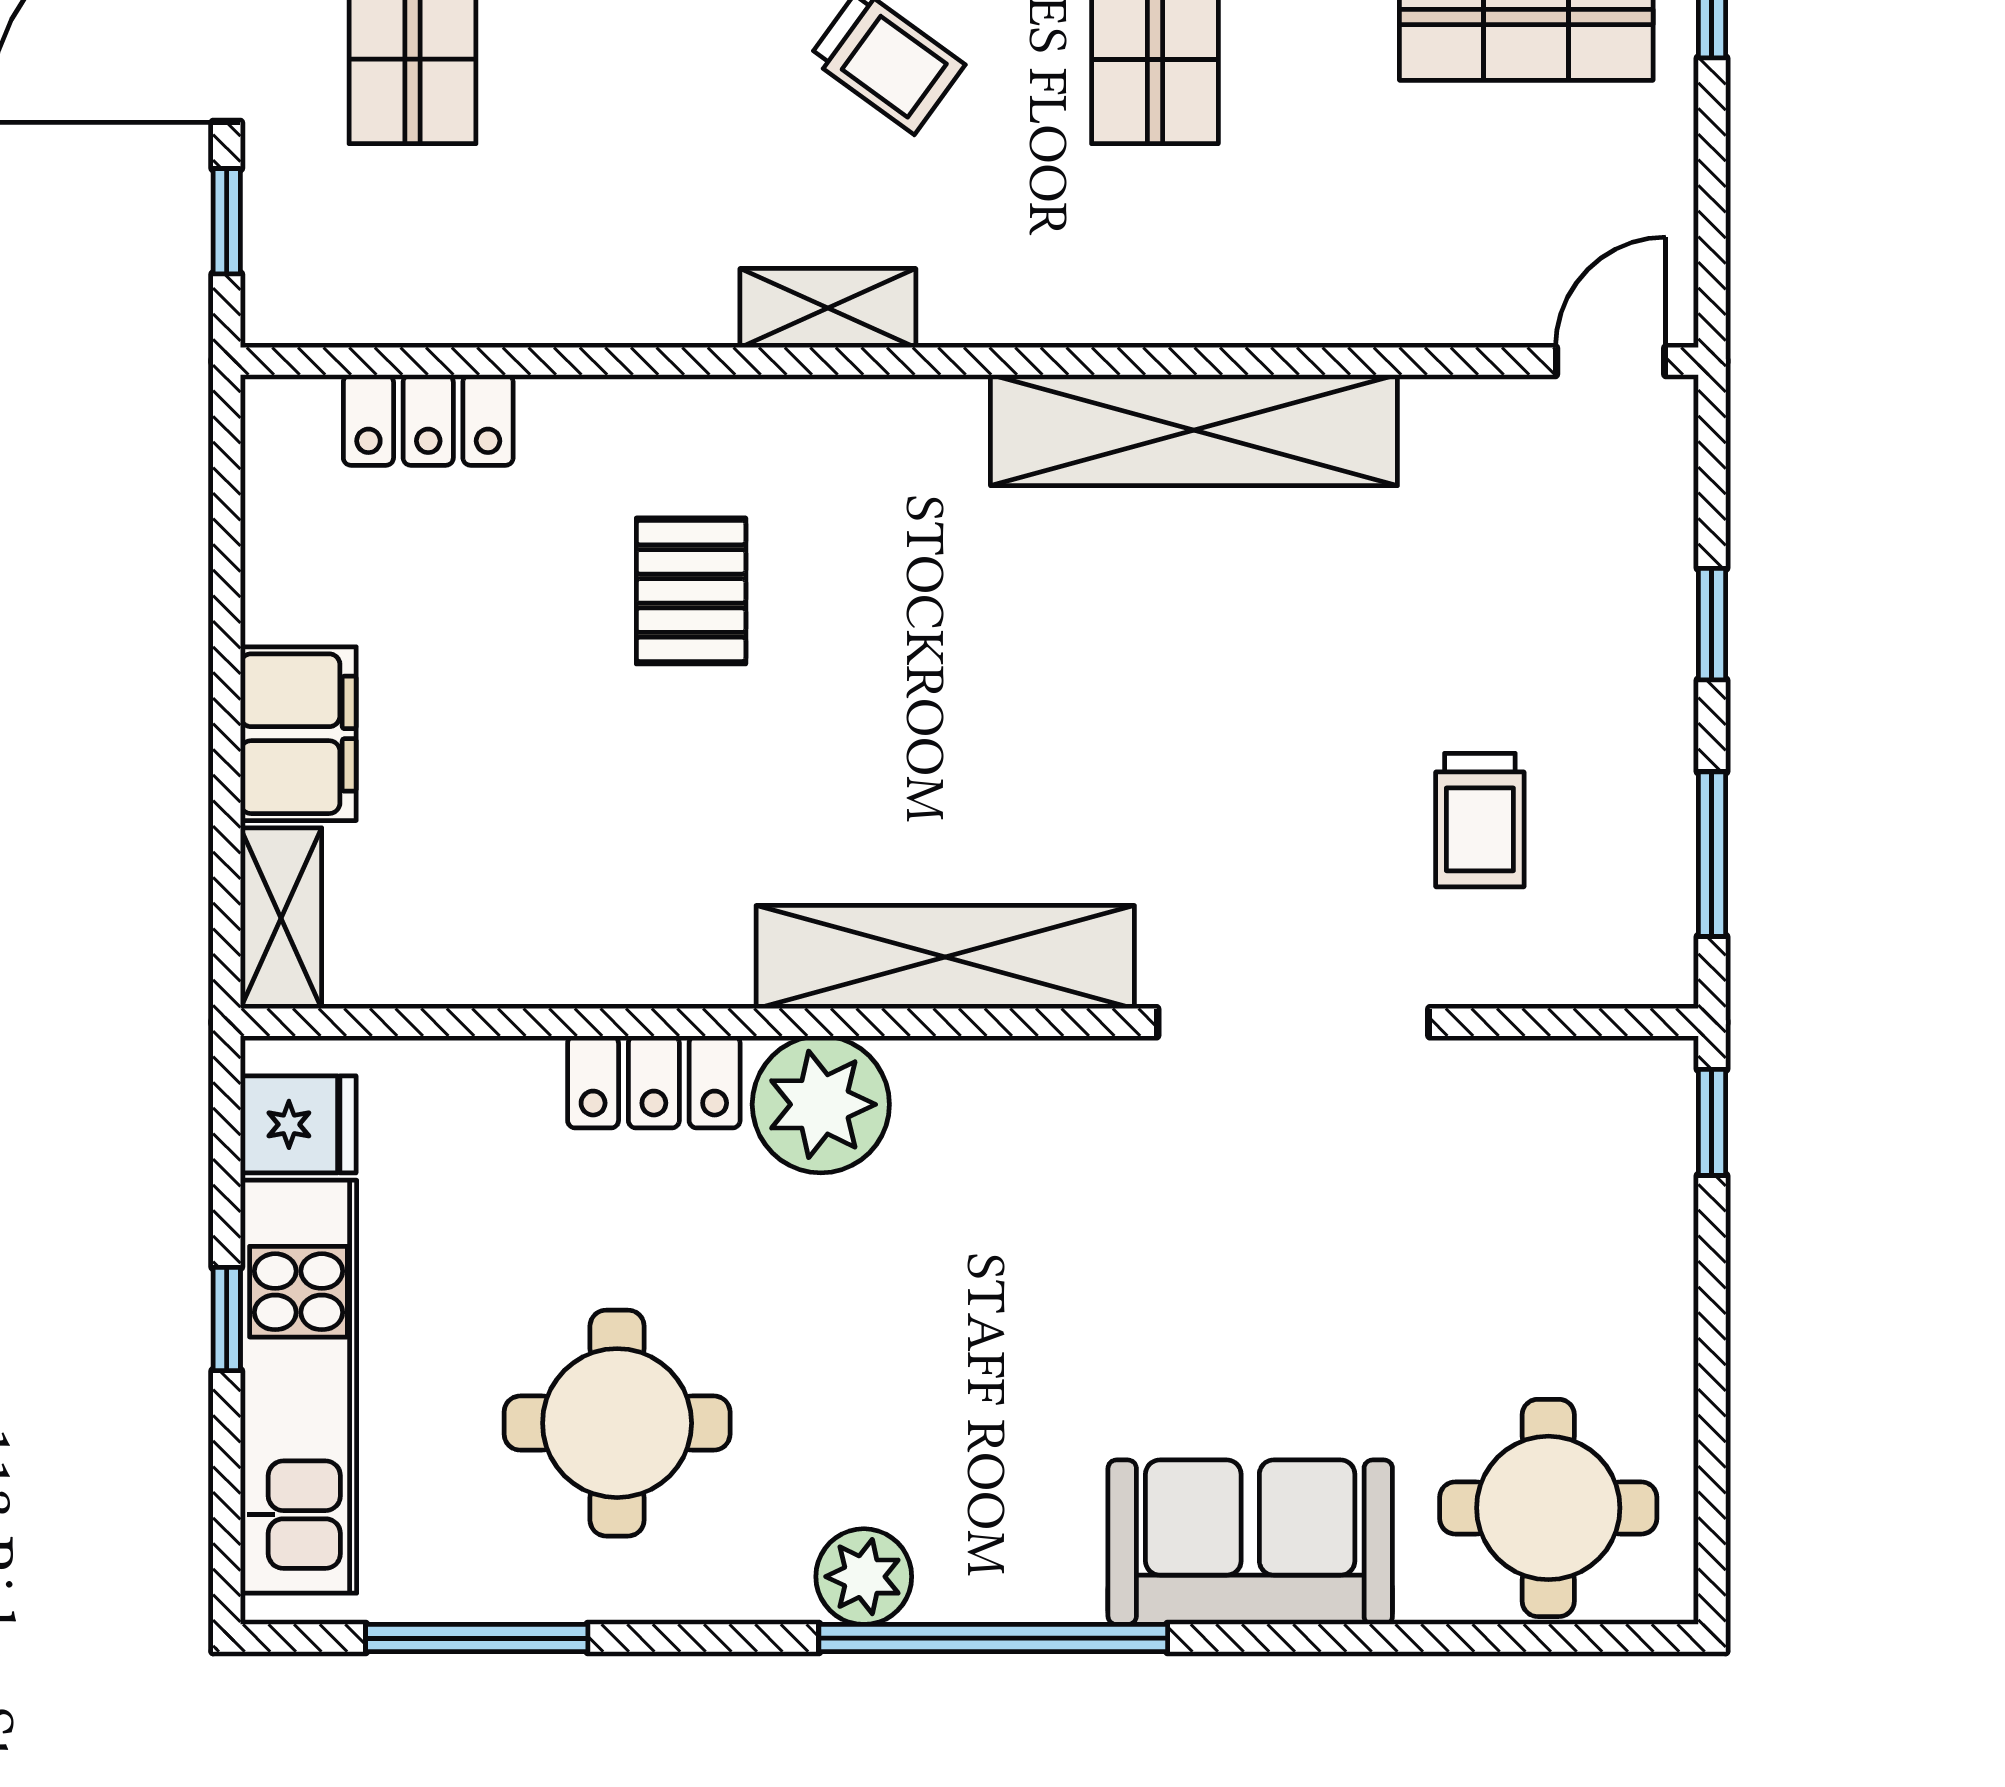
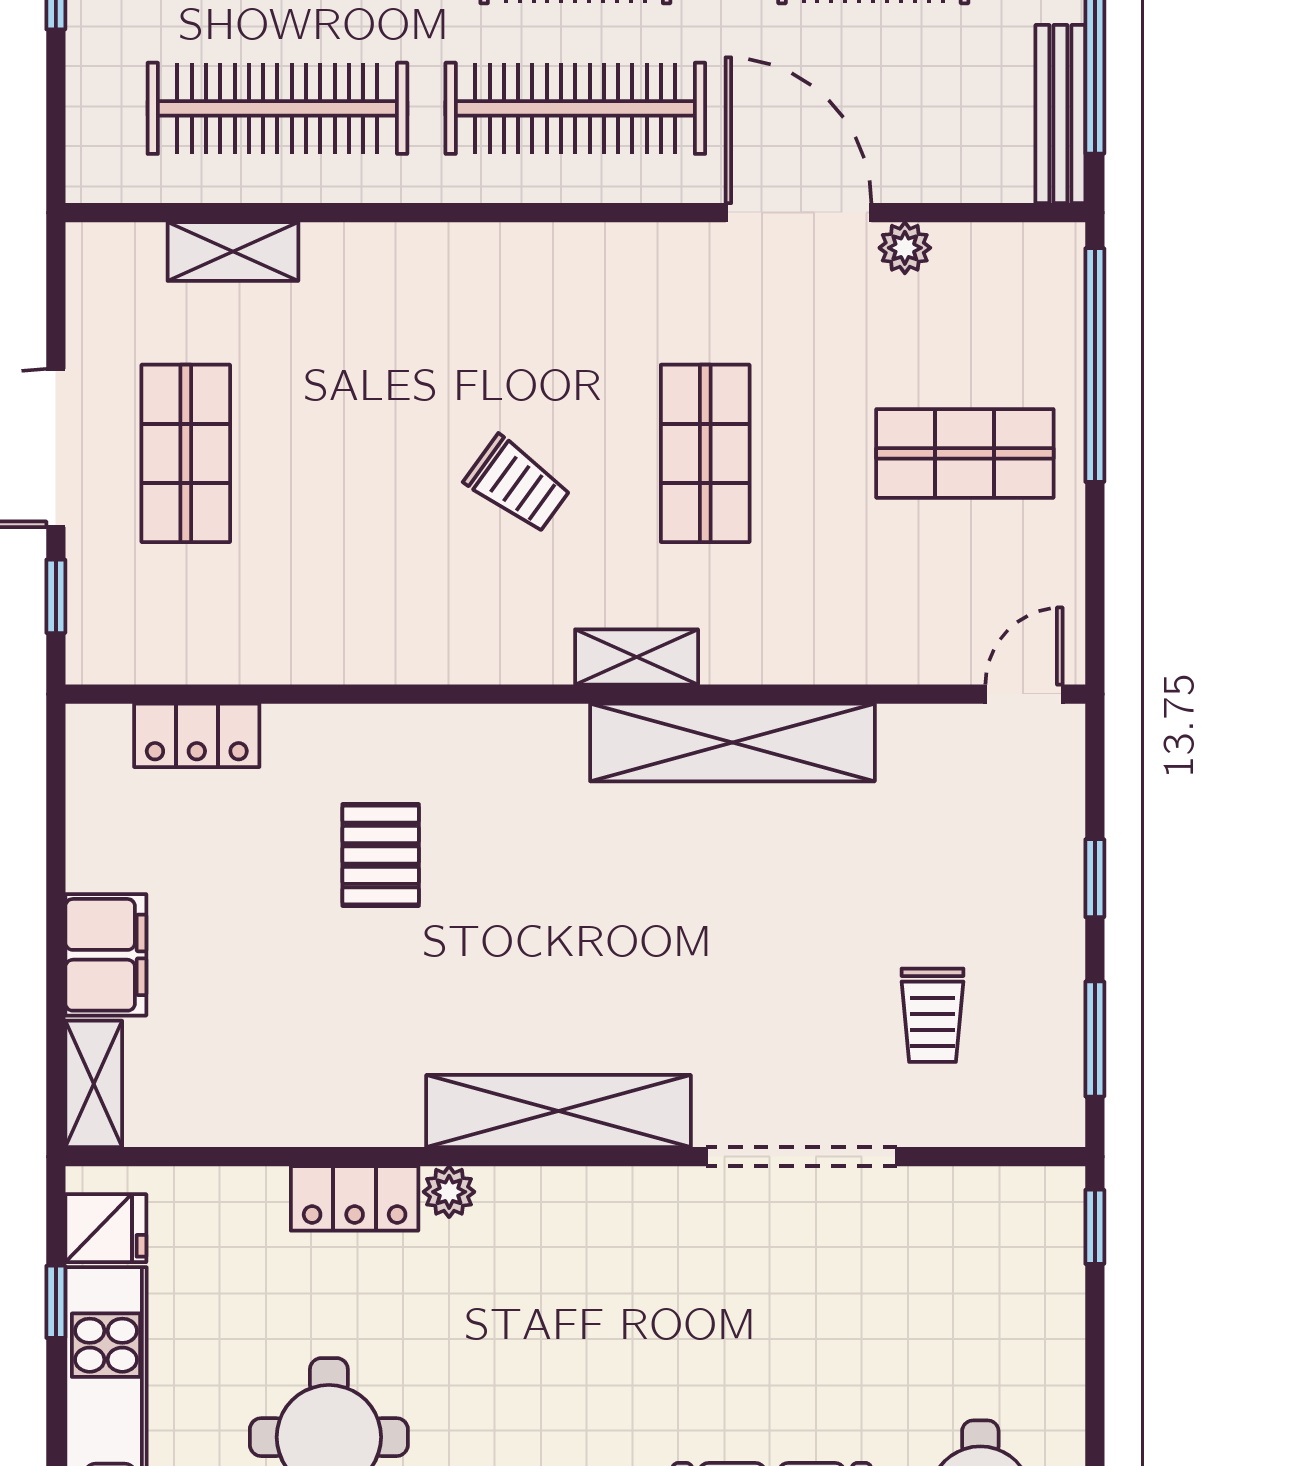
shelving: (828, 308) -> (637, 657), moved
plant: (821, 1104) -> (449, 1192), width x0.53, depth x0.53
window: (227, 1319) -> (56, 1302), moved

